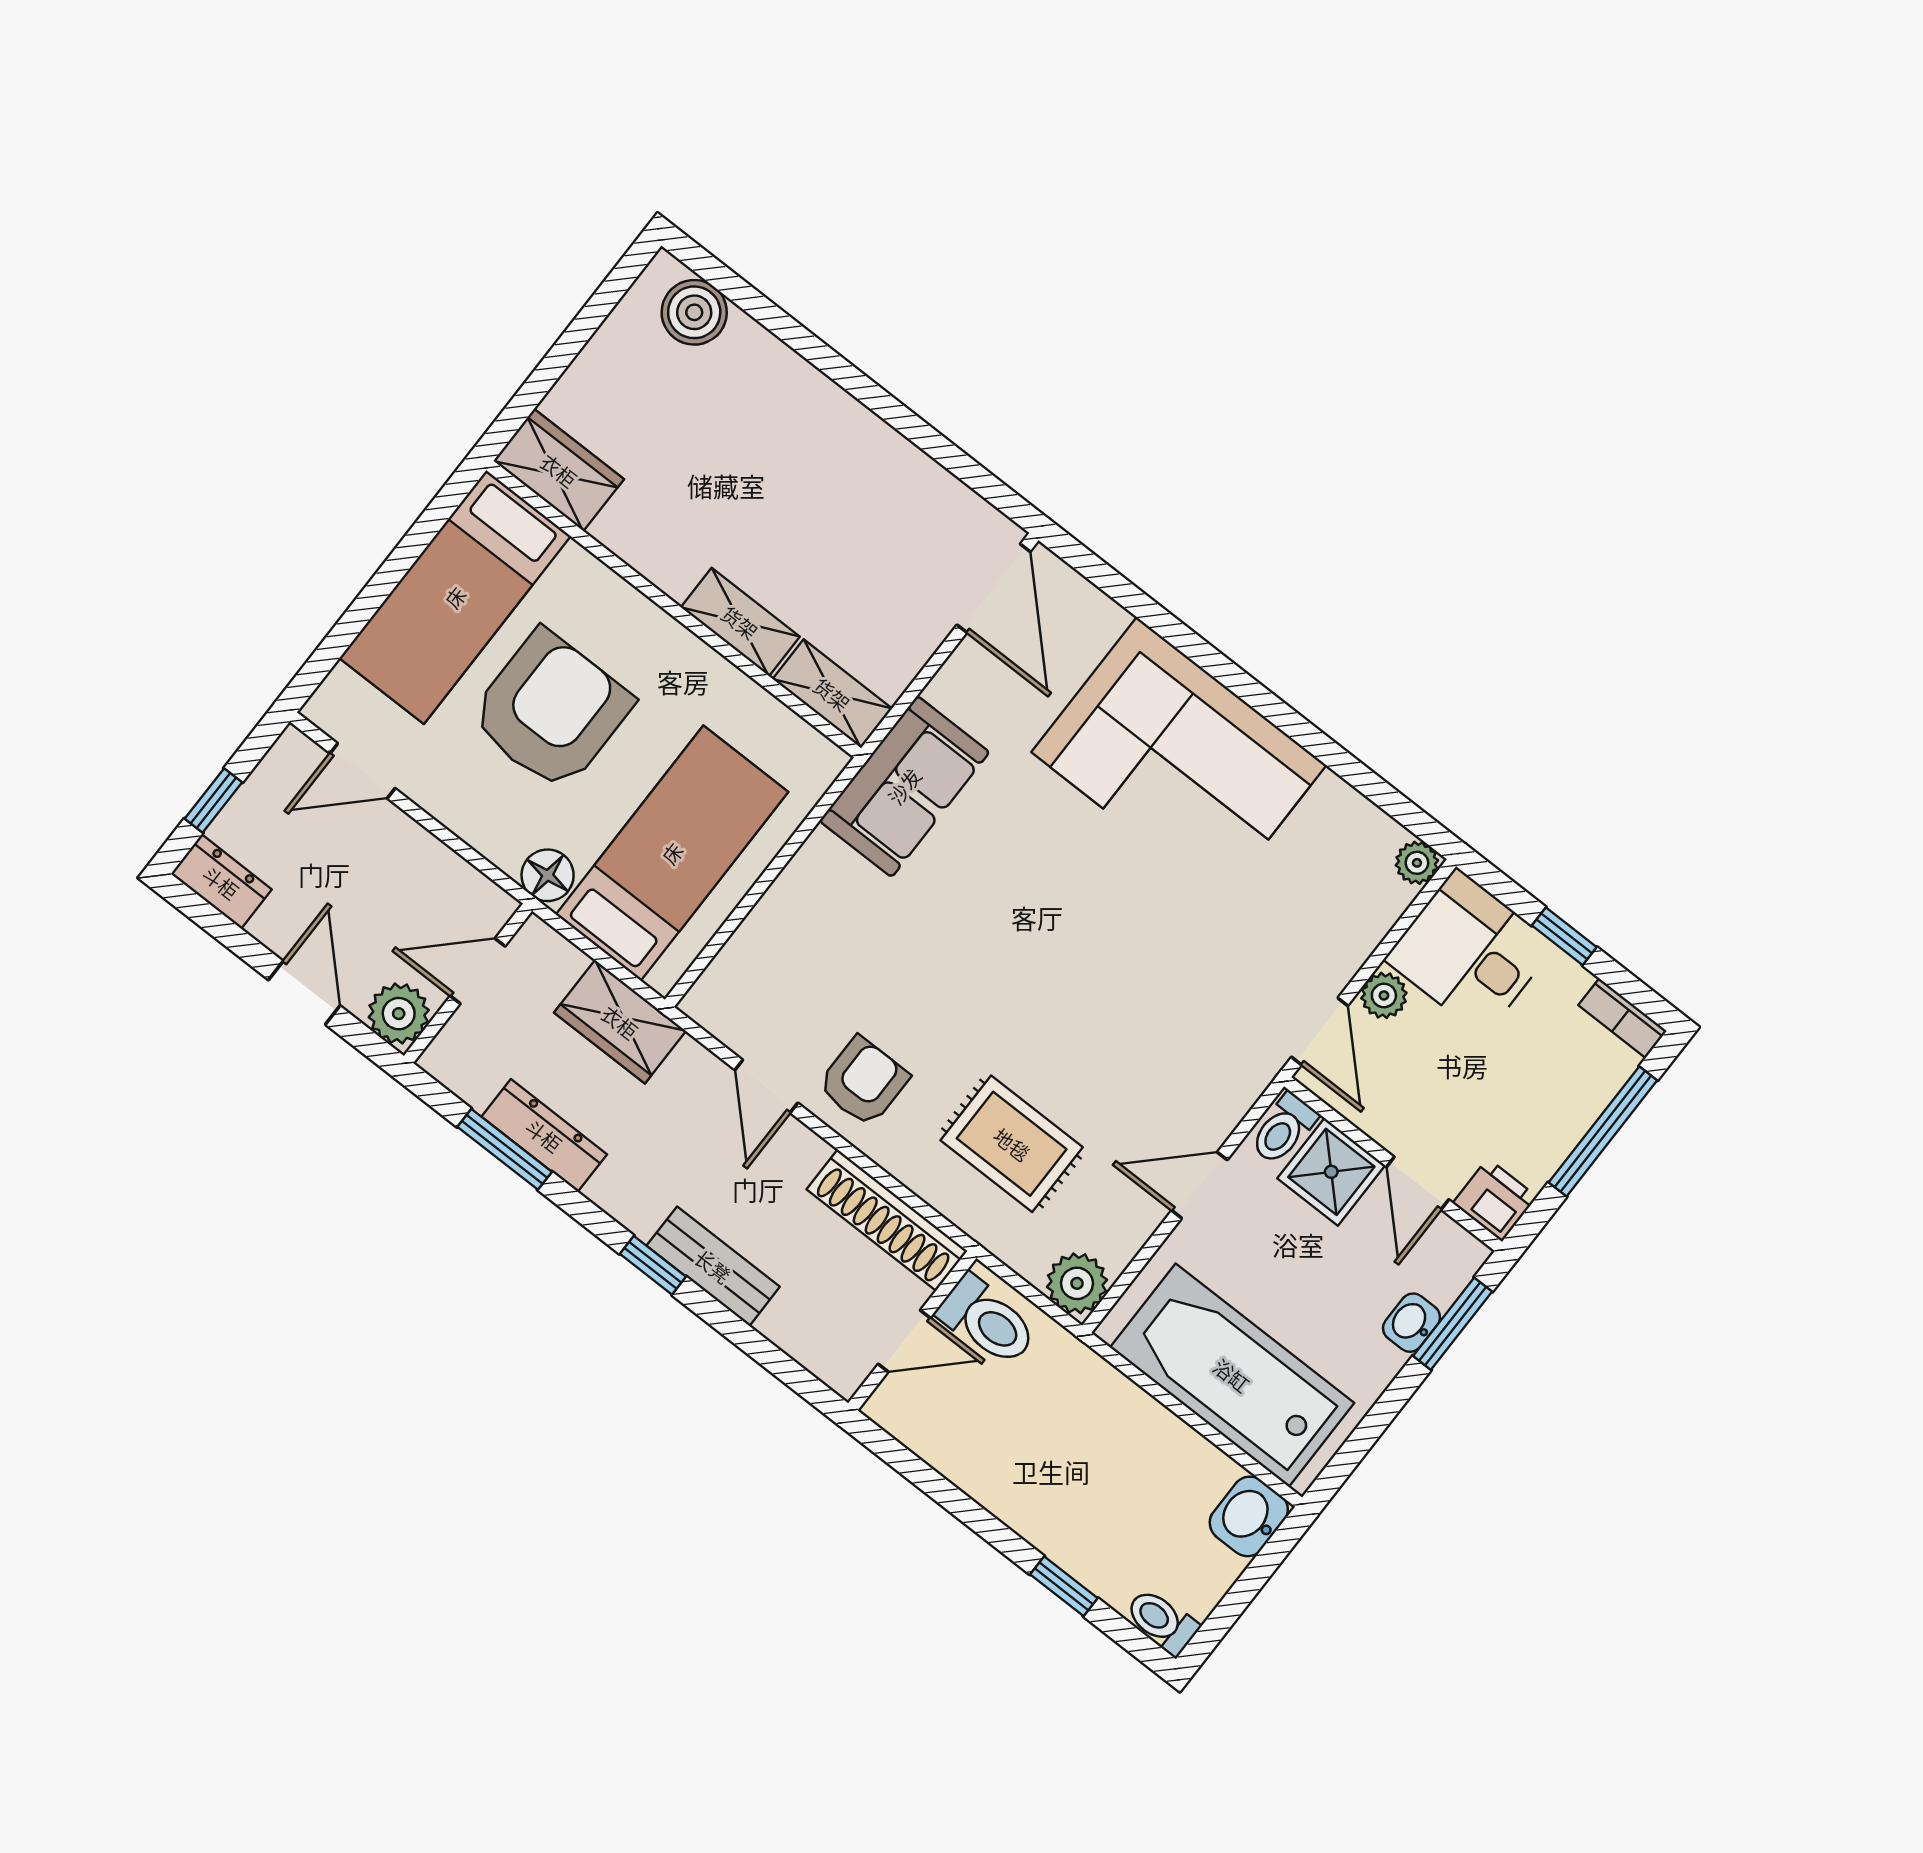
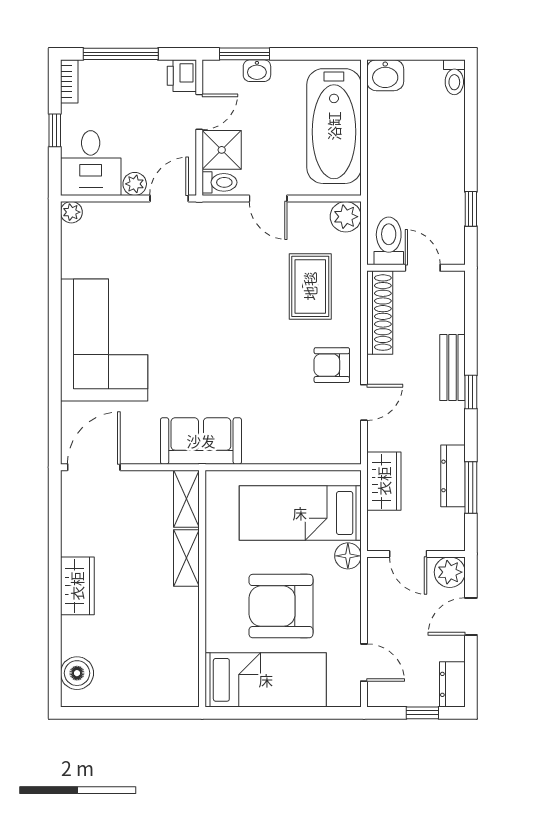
wardrobe: (559, 470) -> (77, 586), moved, turned 180
window: (1064, 1586) -> (471, 209), moved

